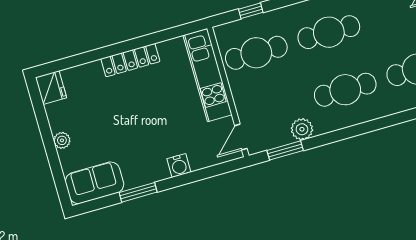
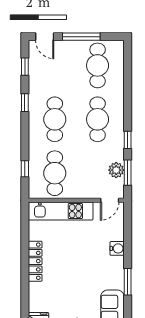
plant: (302, 129) -> (116, 170), moved
door: (241, 137) -> (110, 200), hinge flipped
window: (329, 138) -> (128, 140), added

